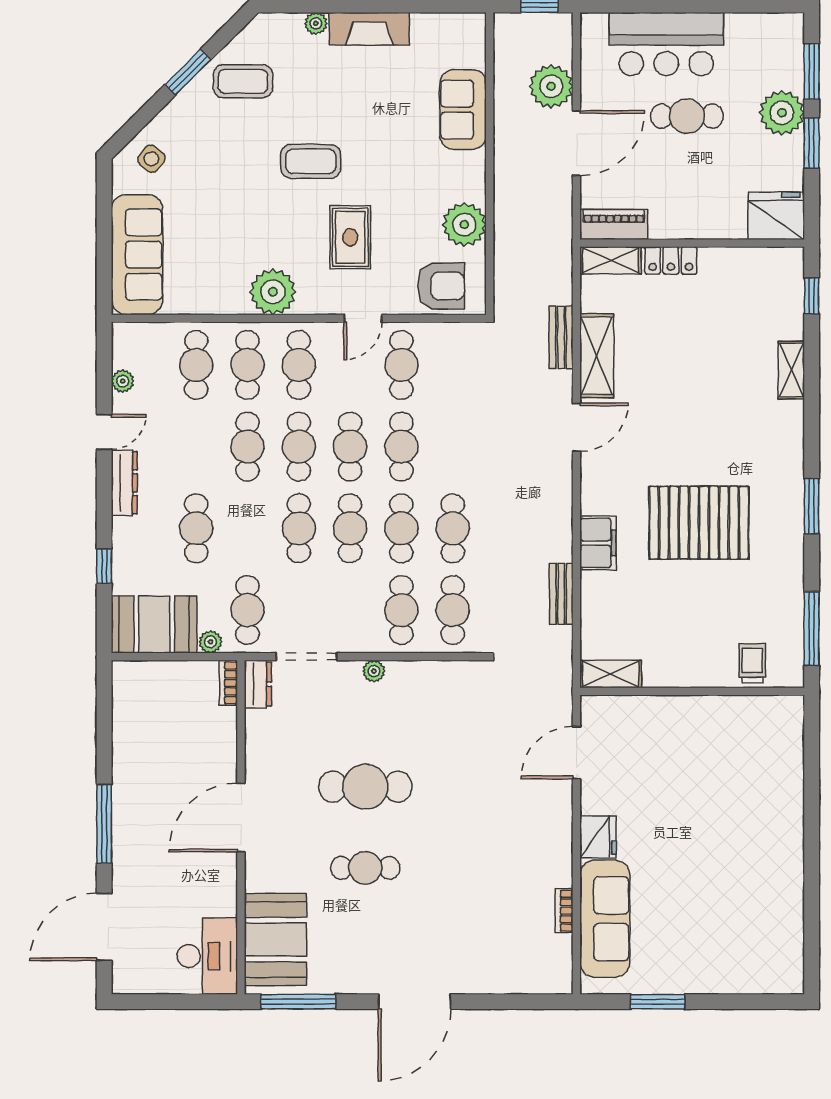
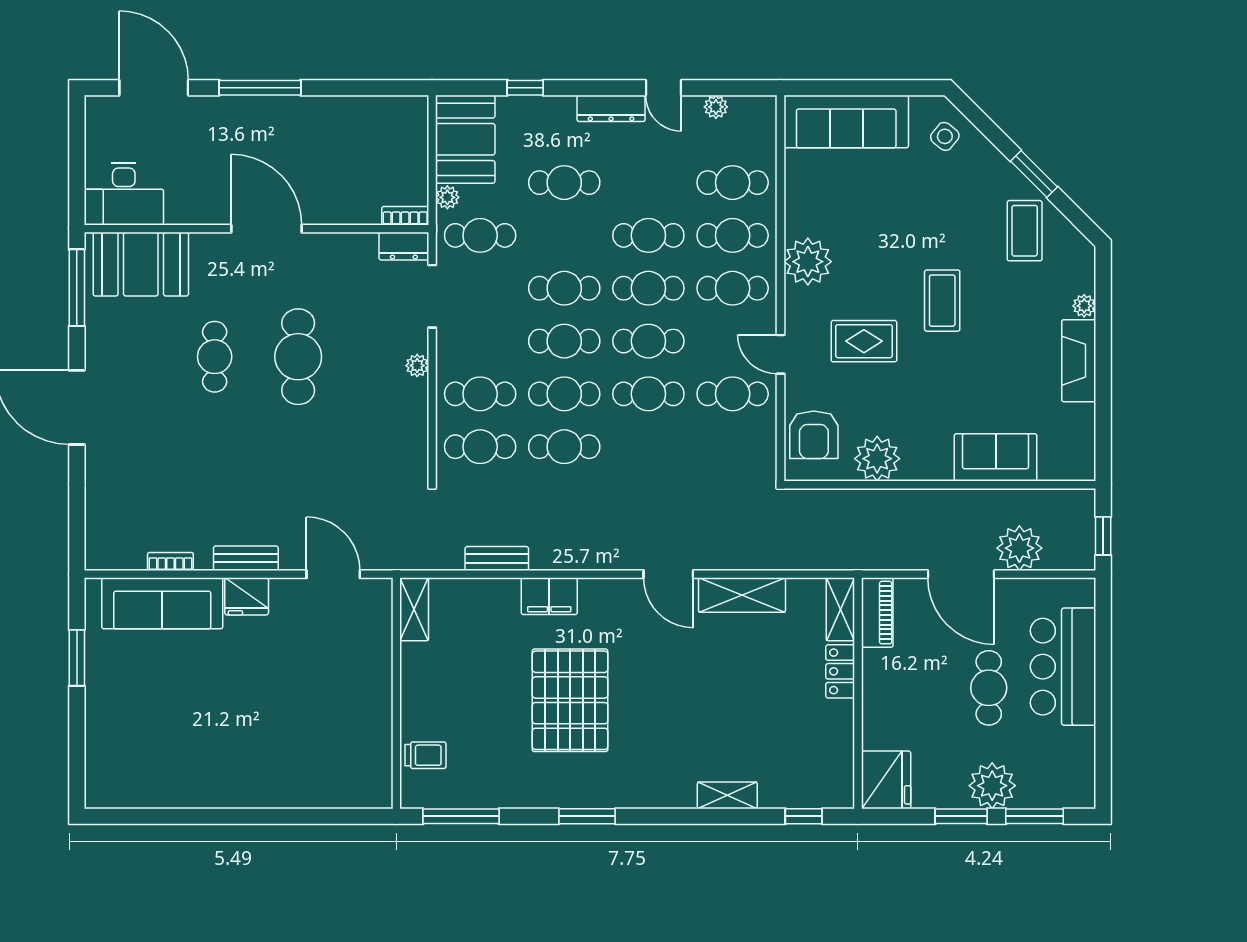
bench: (561, 337) -> (246, 558), moved

